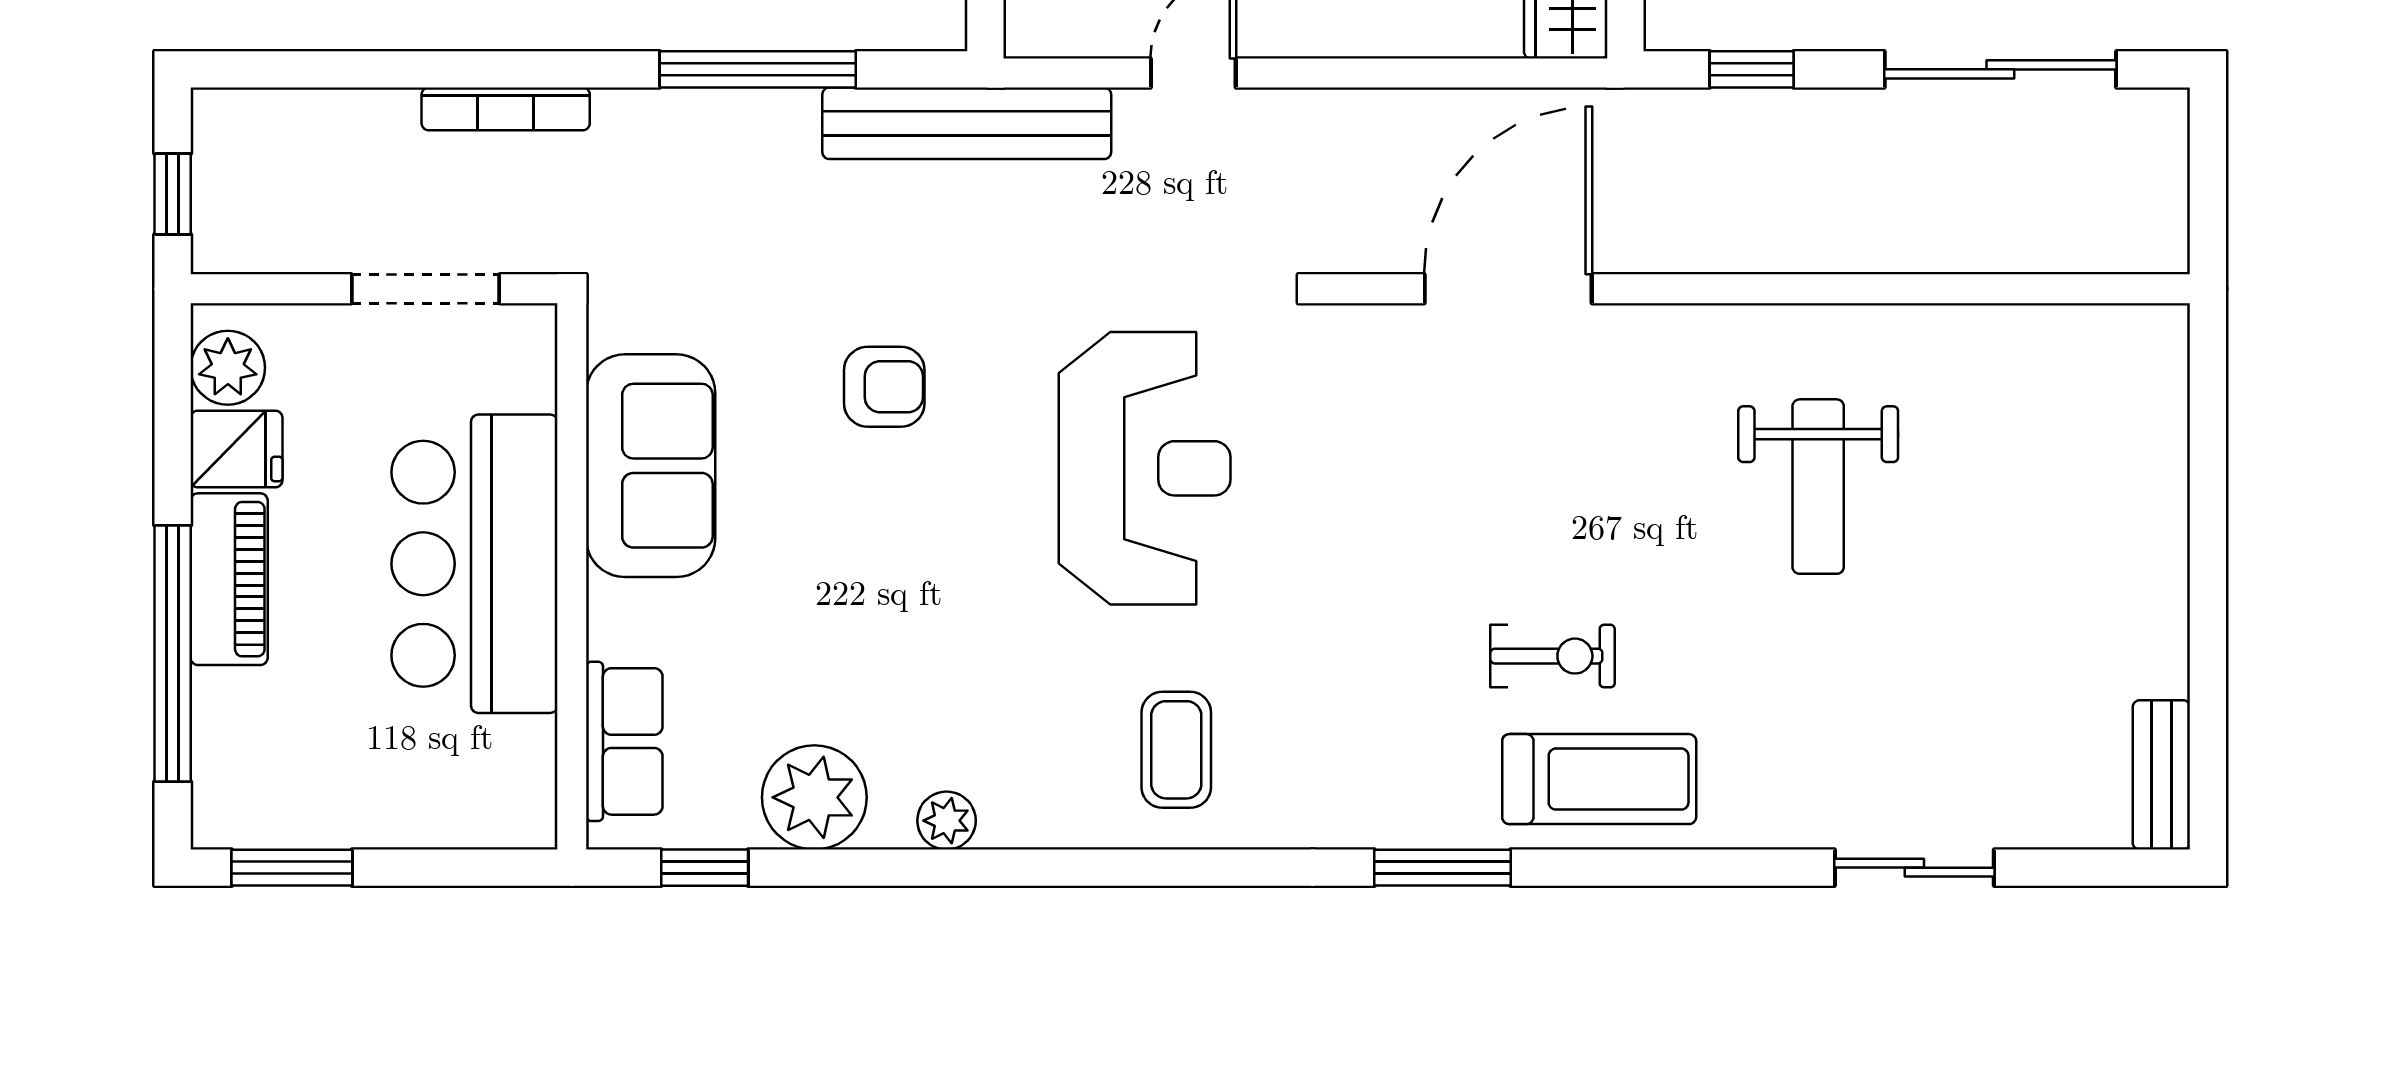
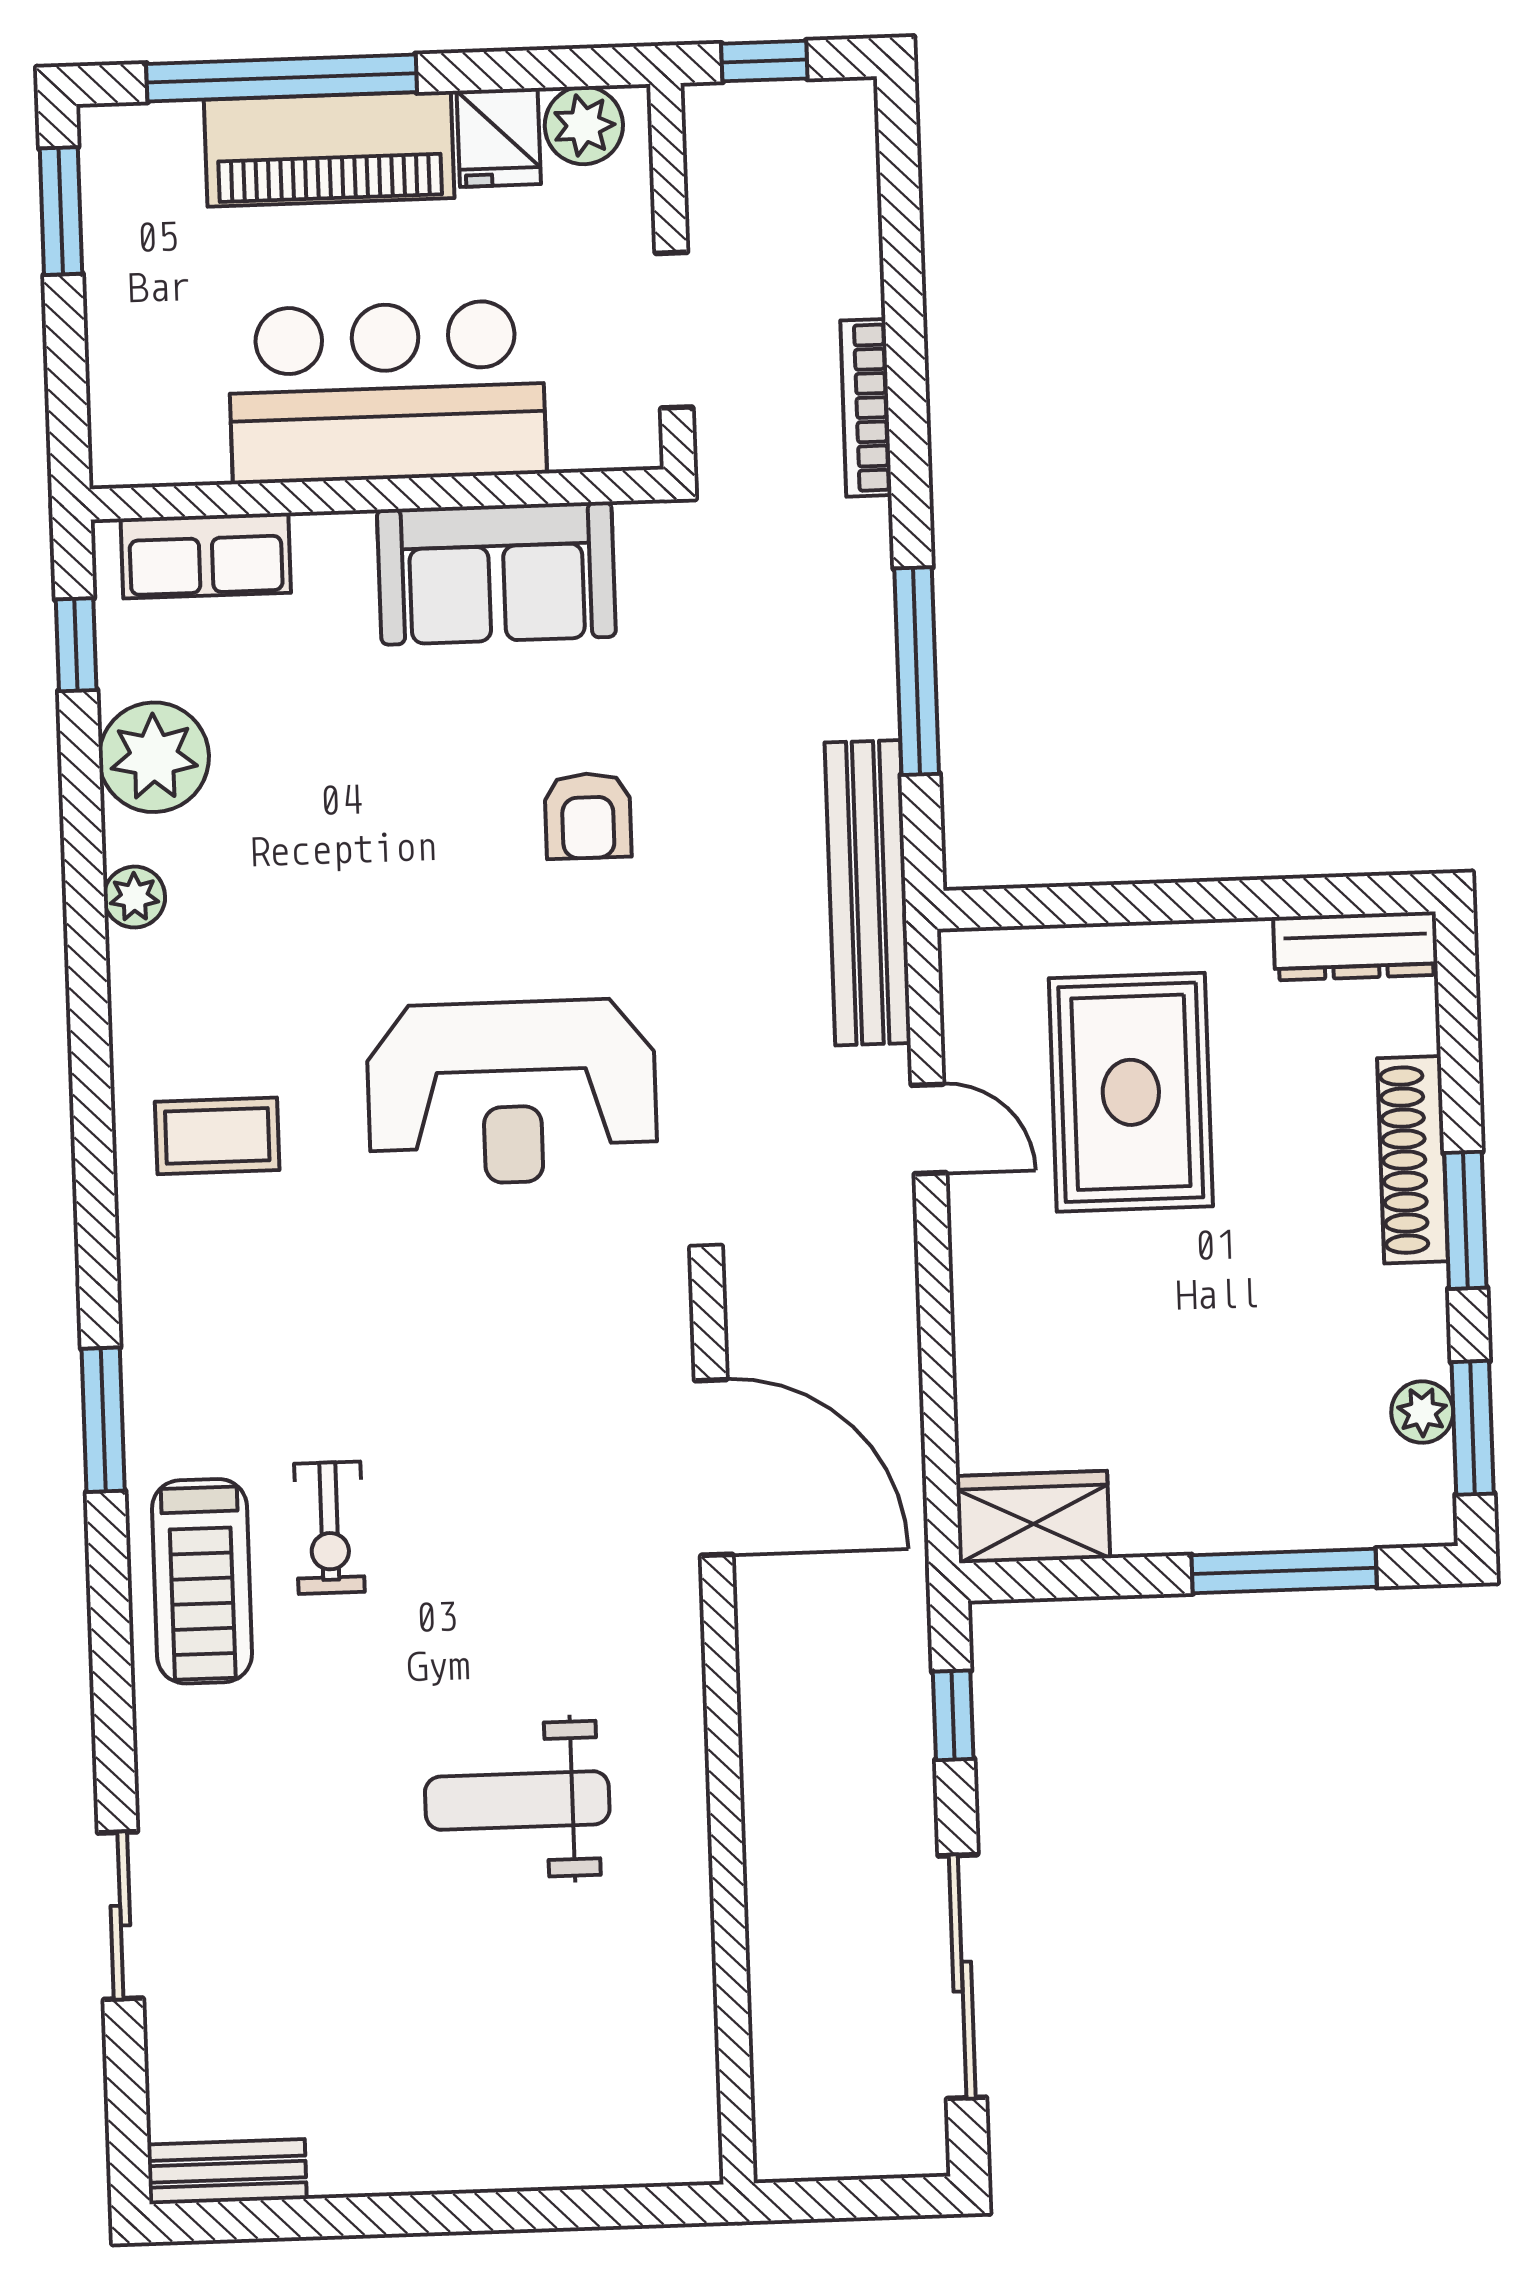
piano: (229, 579) -> (329, 149), width x1.37, depth x1.33

